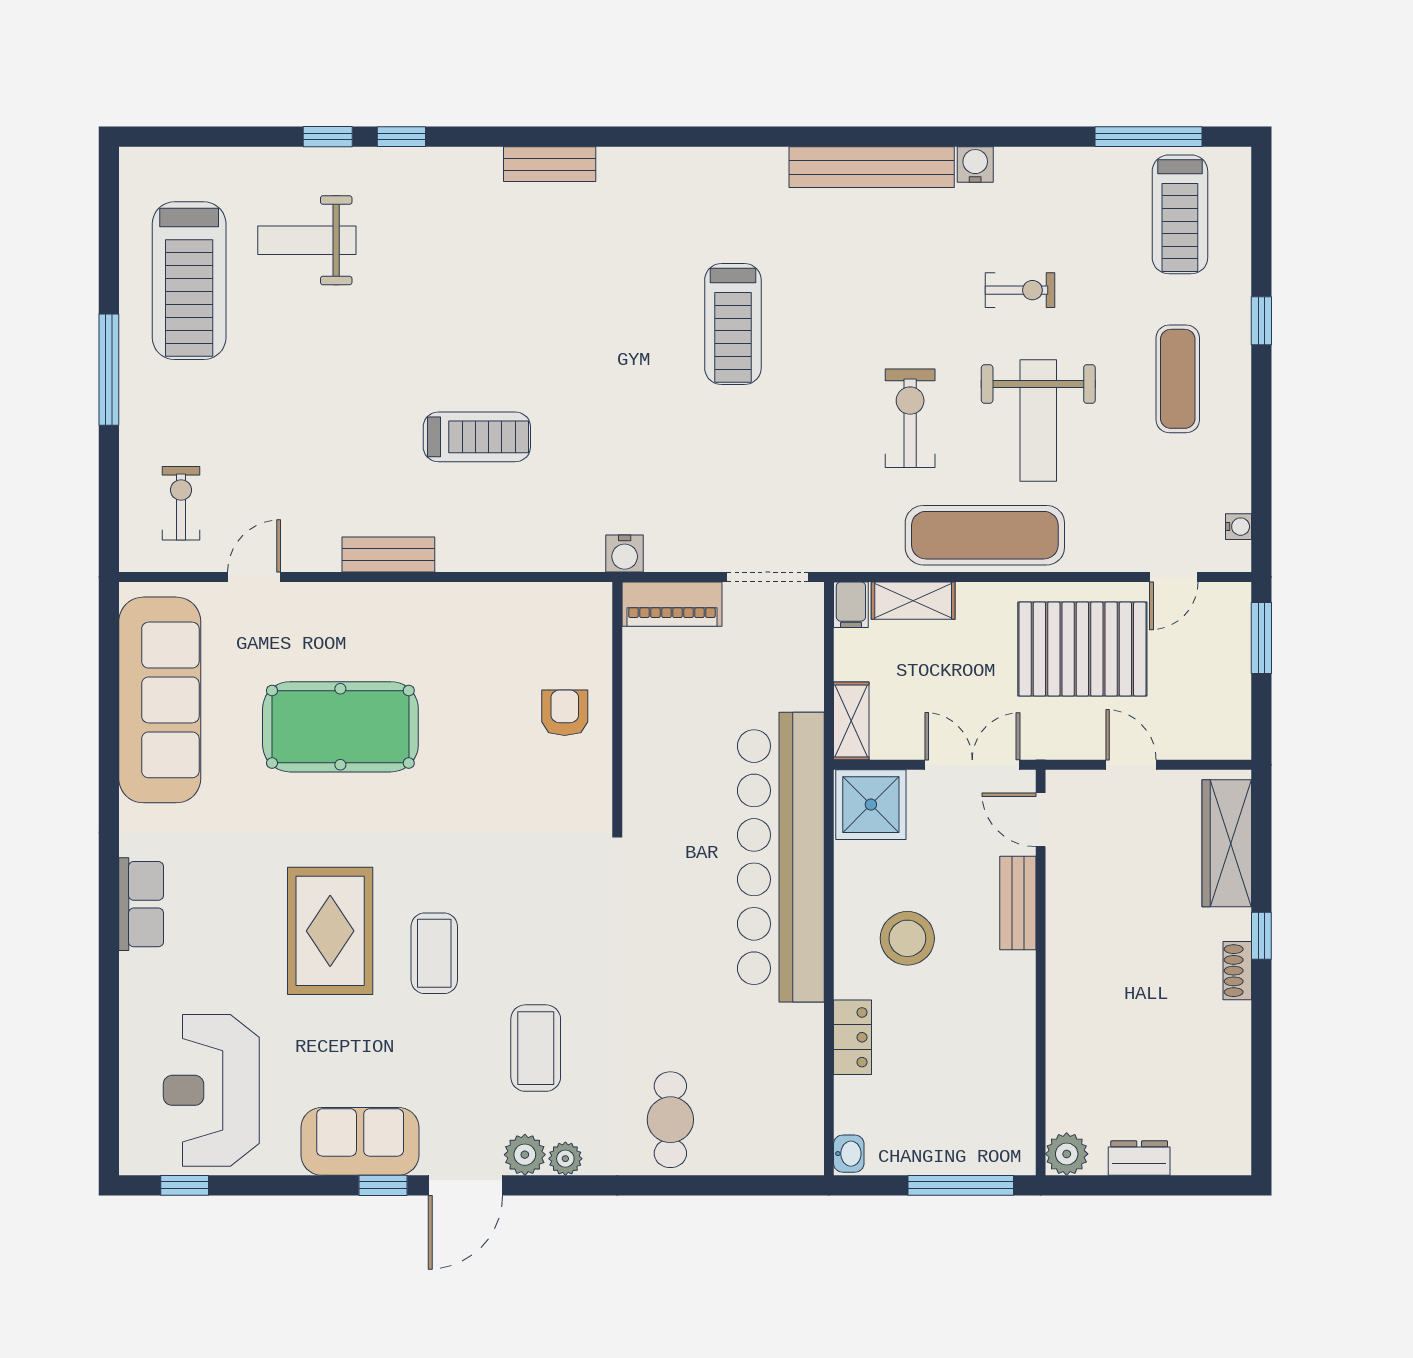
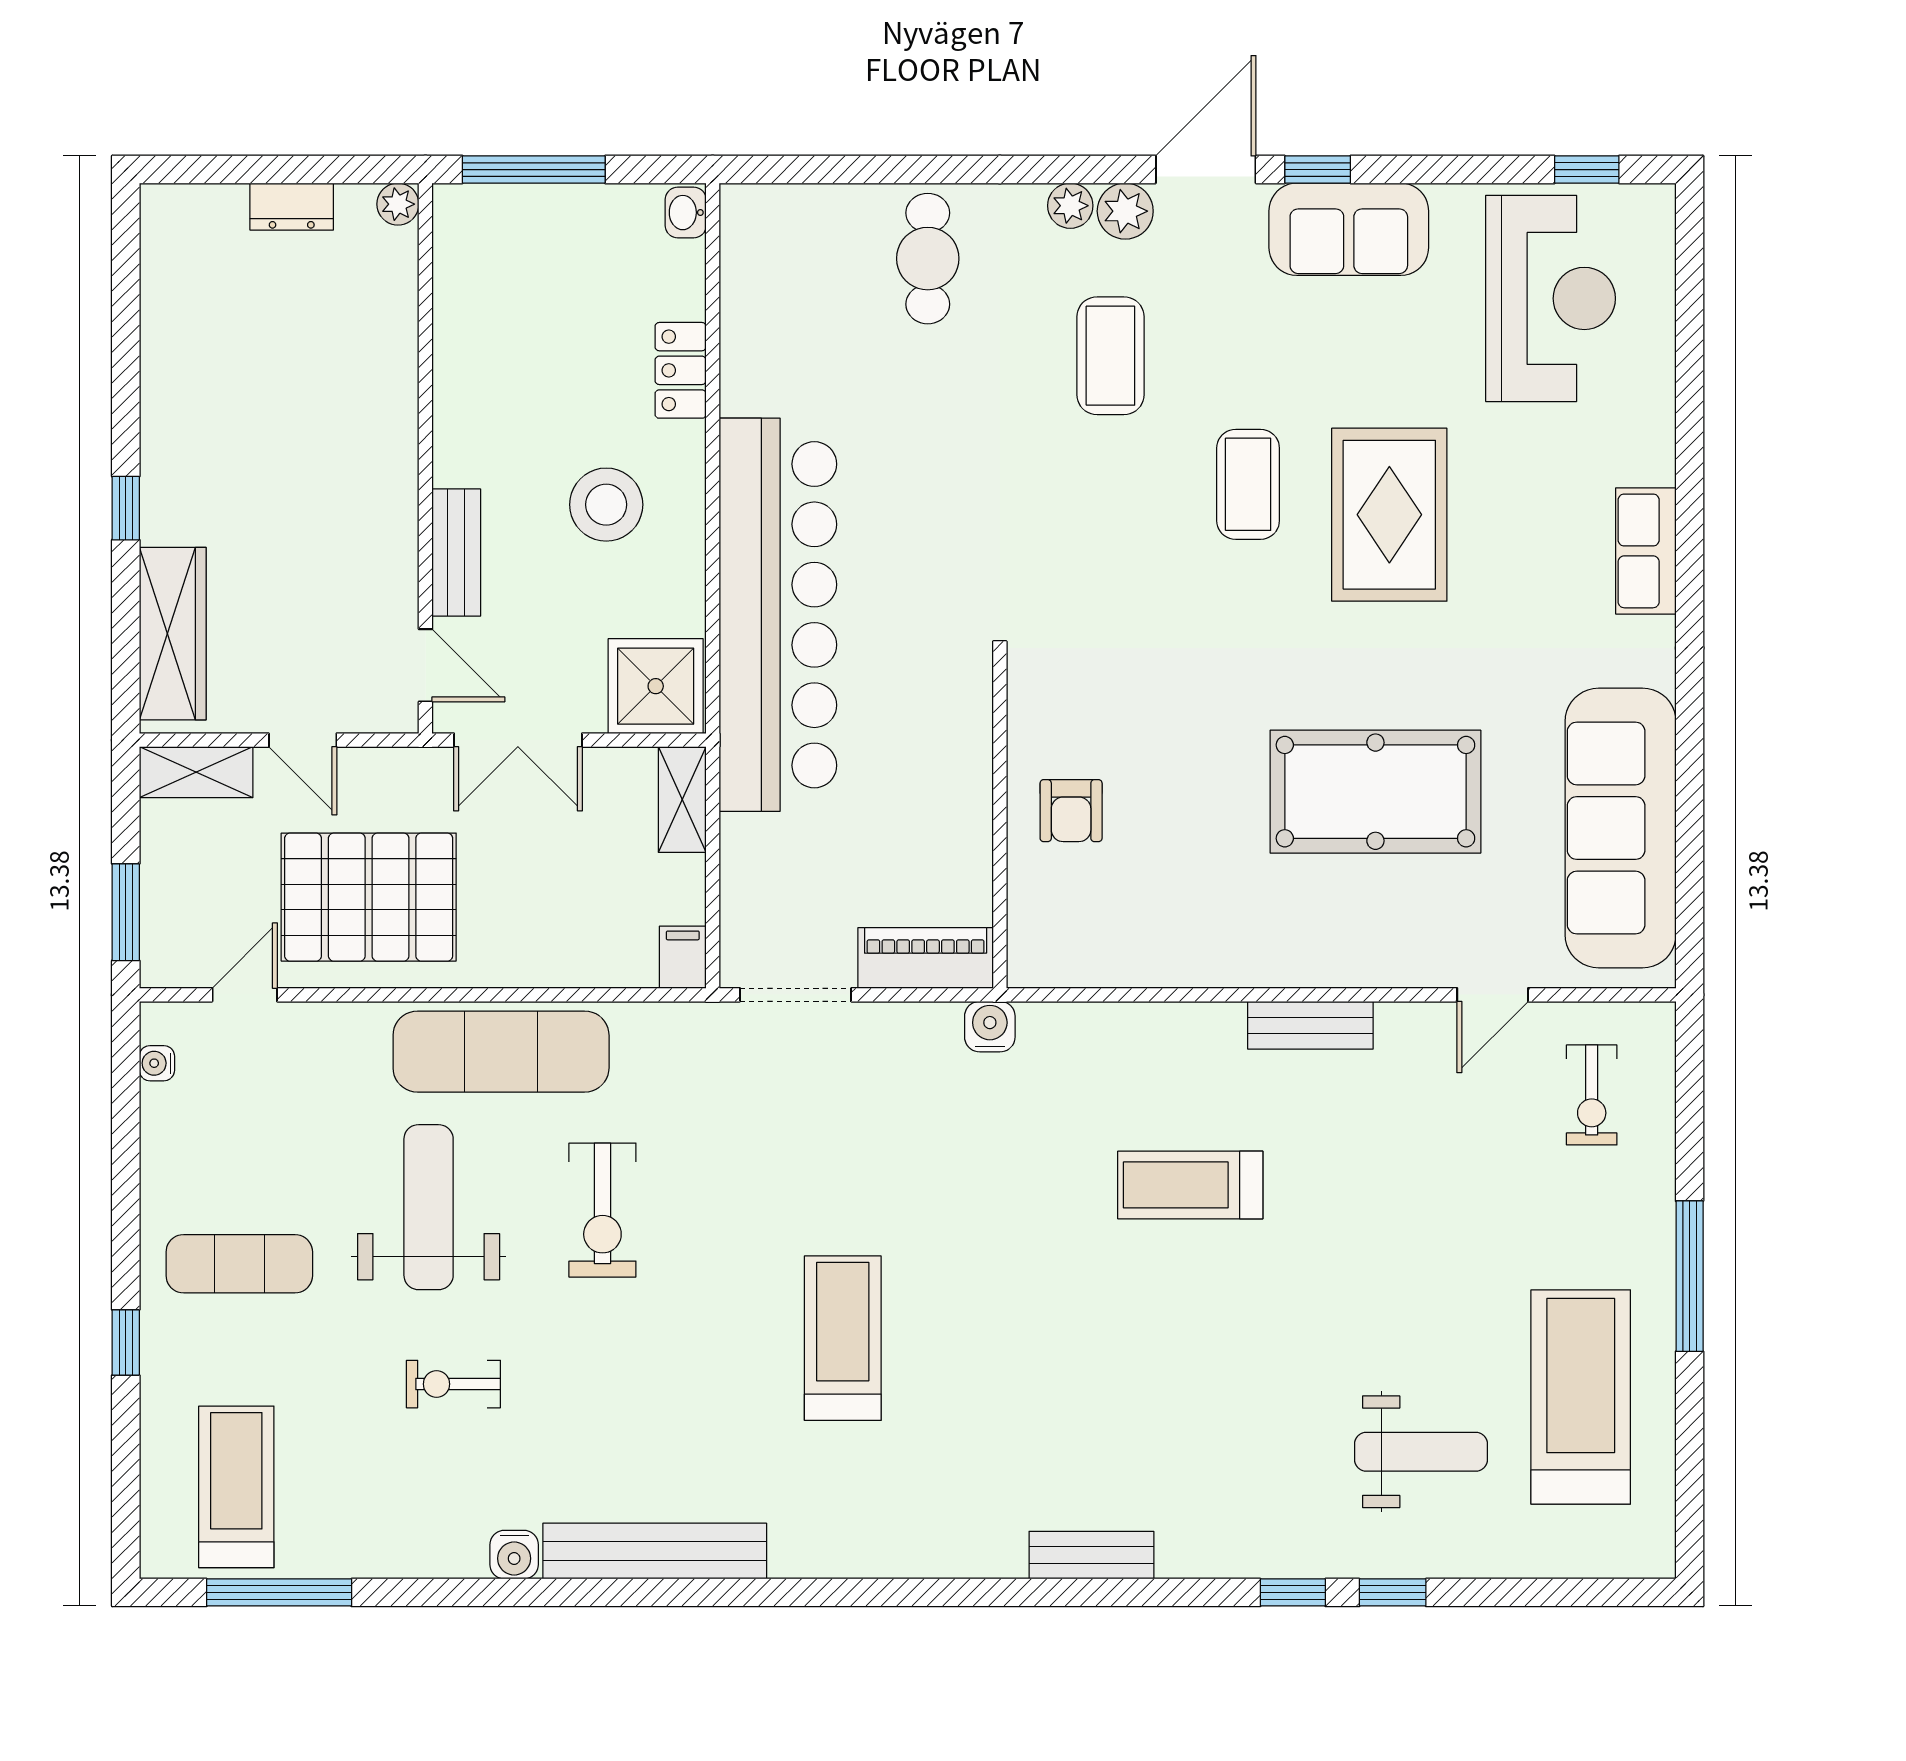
exercise mat: (1178, 379) -> (239, 1264), turned 90
shelving: (913, 601) -> (196, 772), moved
shoe rack: (1237, 971) -> (159, 461), removed
plant: (1067, 1154) -> (398, 204), width x0.73, depth x0.73

